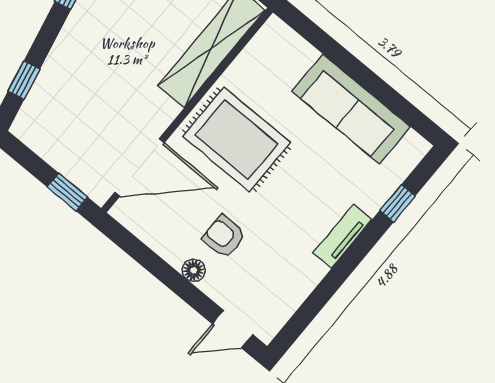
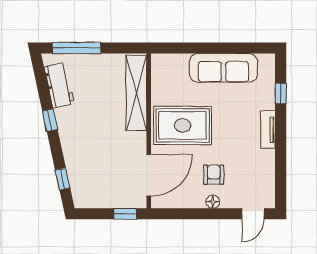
armchair: (224, 237) -> (214, 175), turned 90

